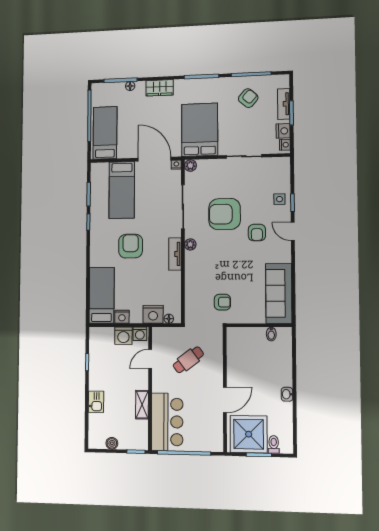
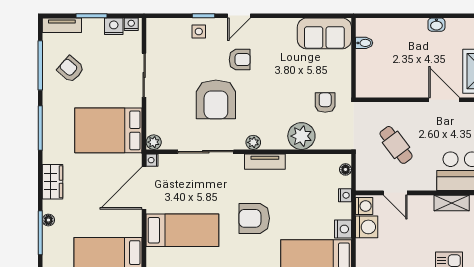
tv unit: (284, 104) -> (62, 25), moved
plant: (195, 283) -> (301, 136), added
sofa: (279, 293) -> (324, 33), width x0.73
nightstand: (153, 314) -> (345, 195), width x0.53, depth x0.56

